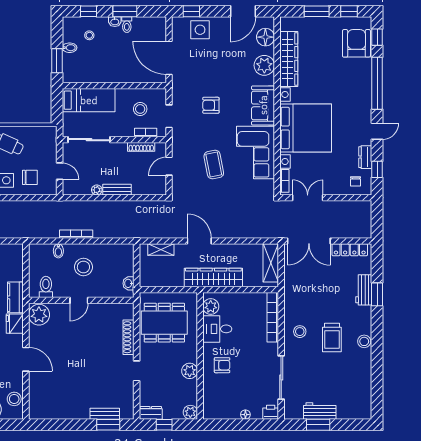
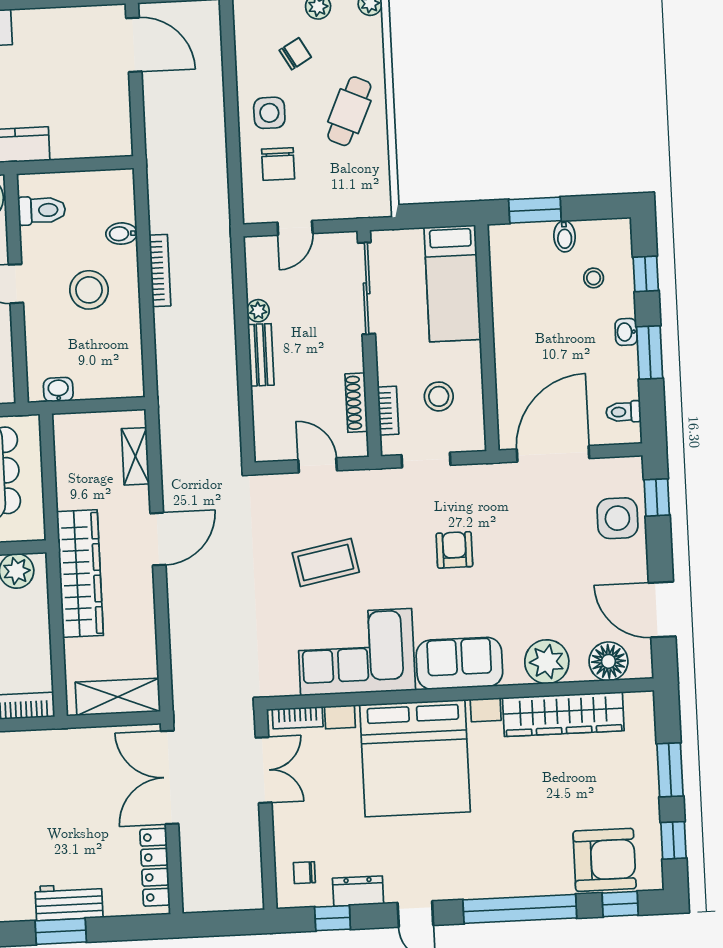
toilet: (127, 25) -> (623, 412), moved

